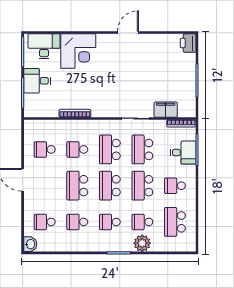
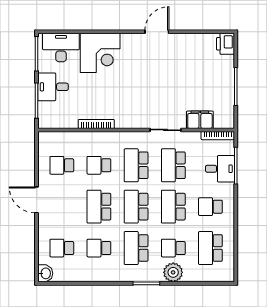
school desk: (110, 222) -> (136, 248), width x1.85

